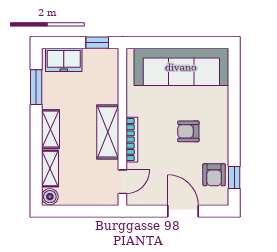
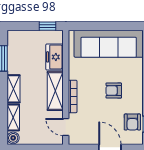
freezer: (64, 60) -> (55, 57), moved, turned 90
door: (122, 182) -> (66, 127), swing flipped

